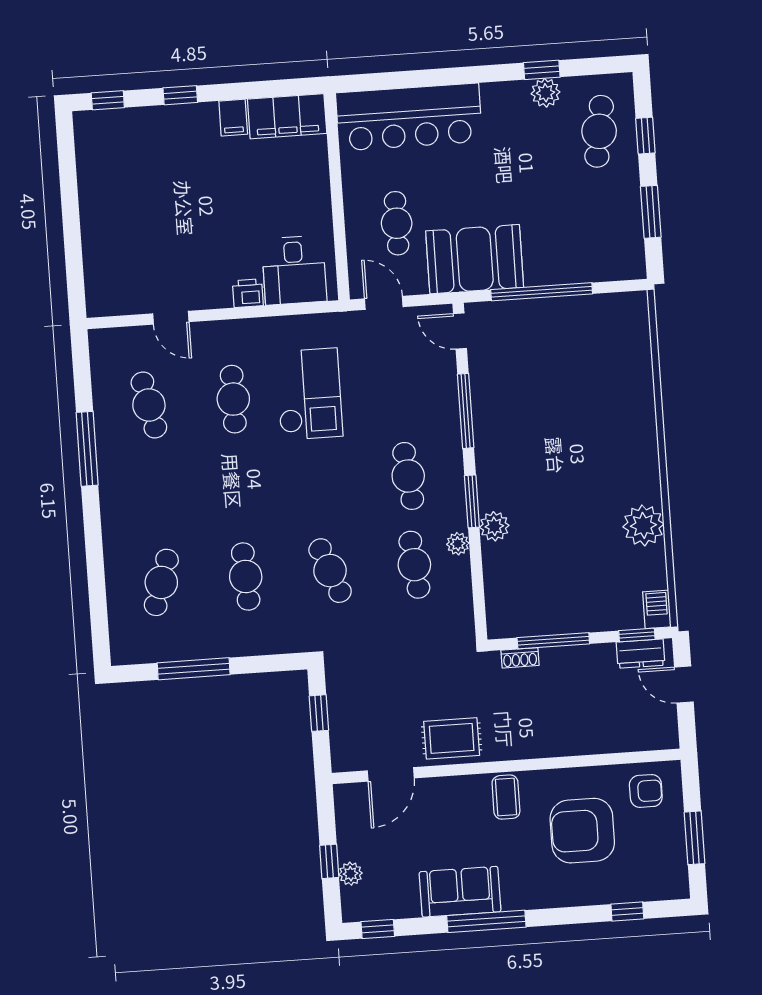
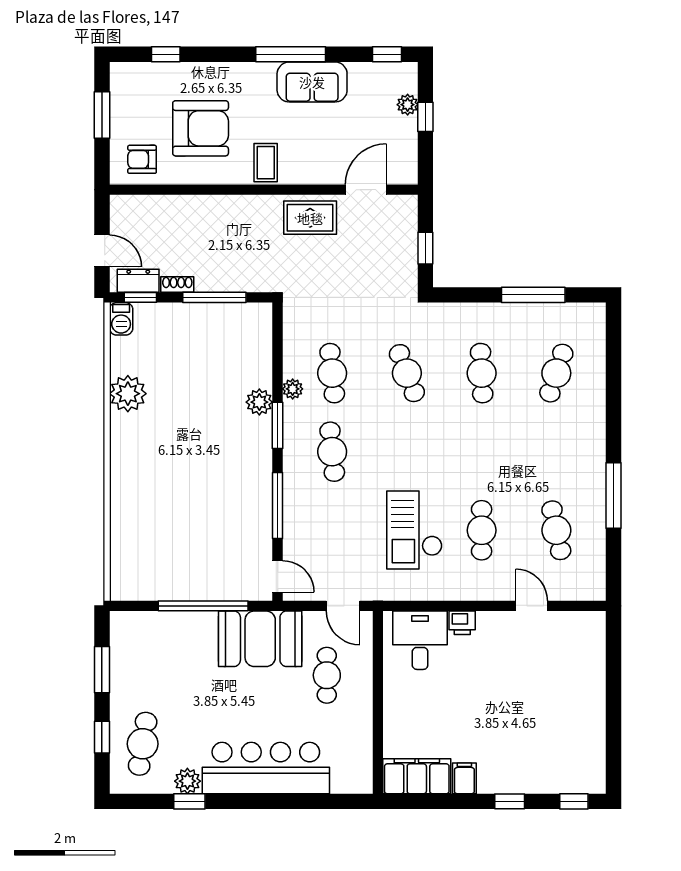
bar counter: (409, 117) -> (266, 768), moved
shoe rack: (520, 658) -> (177, 285), moved

